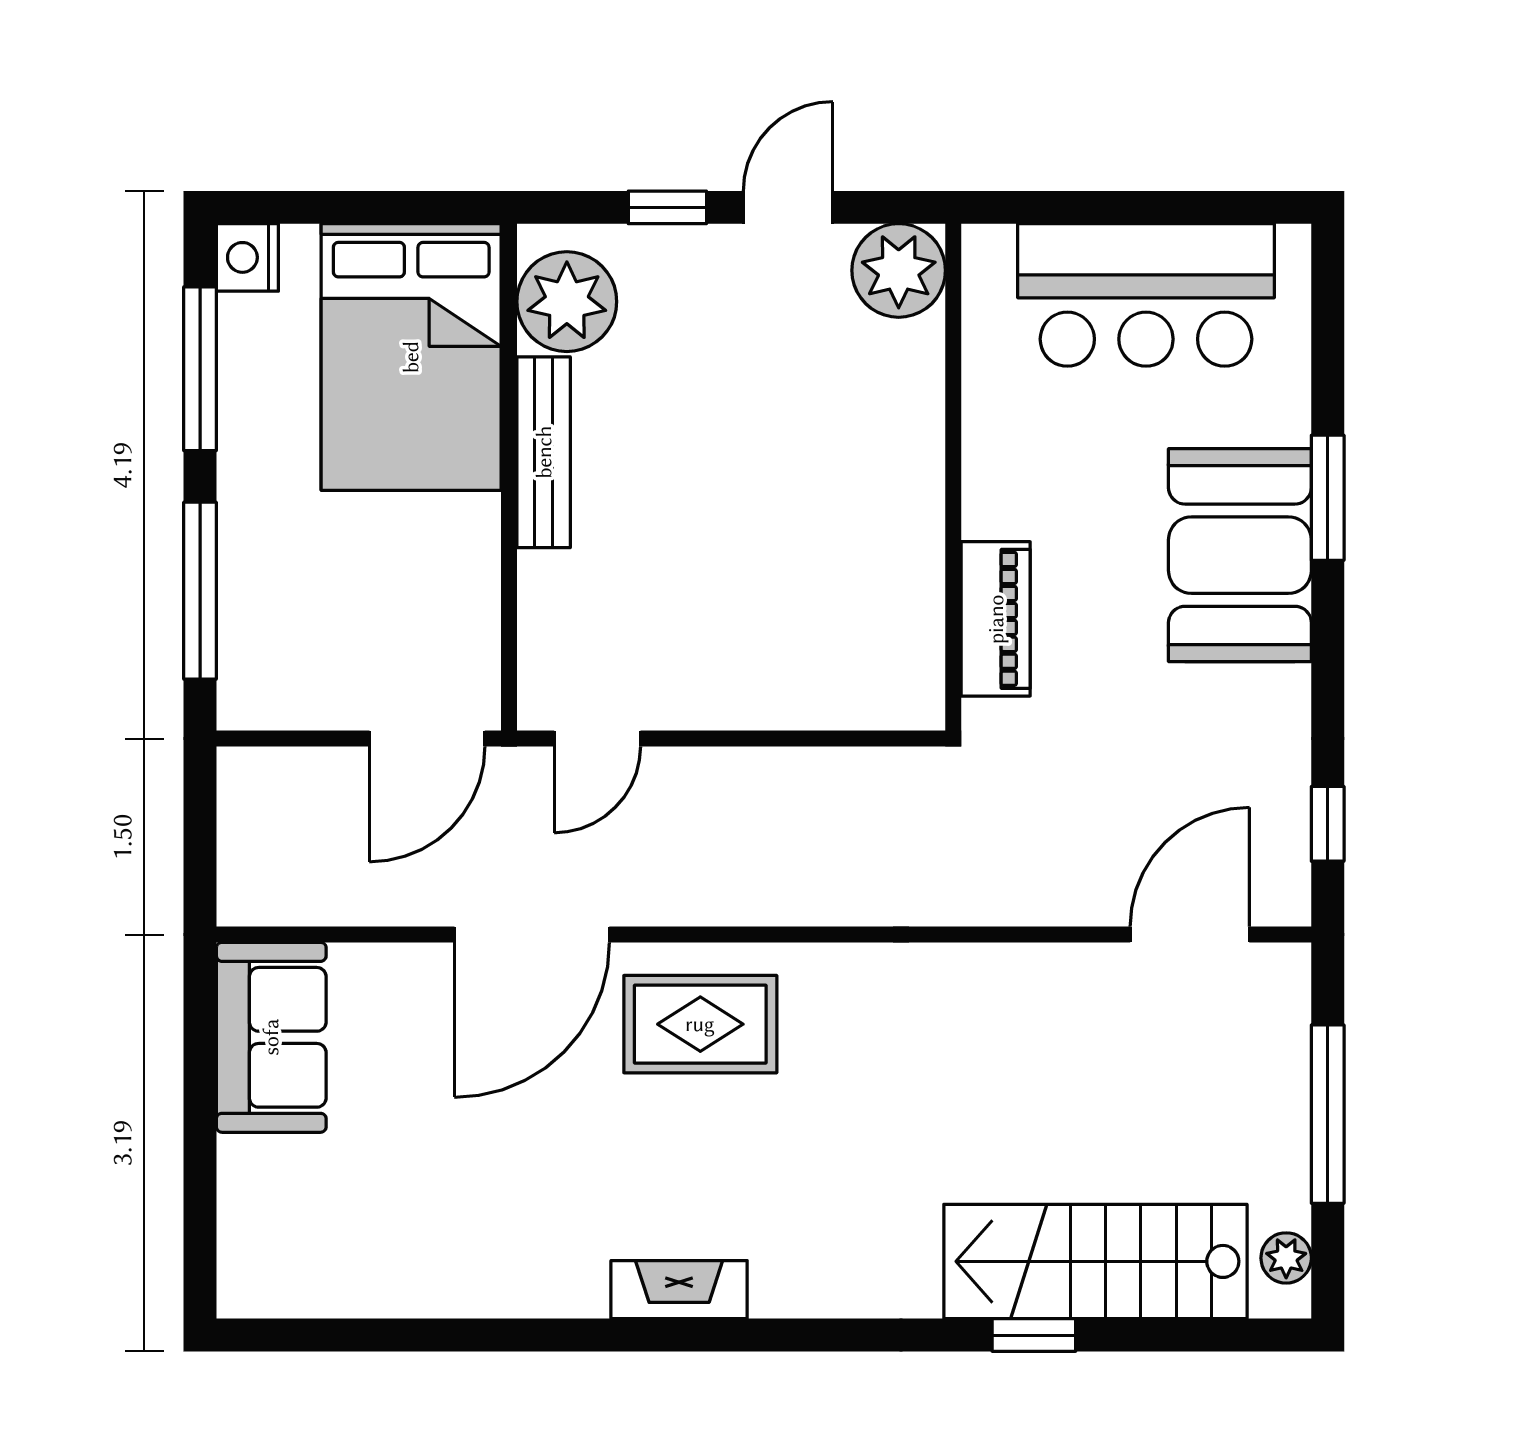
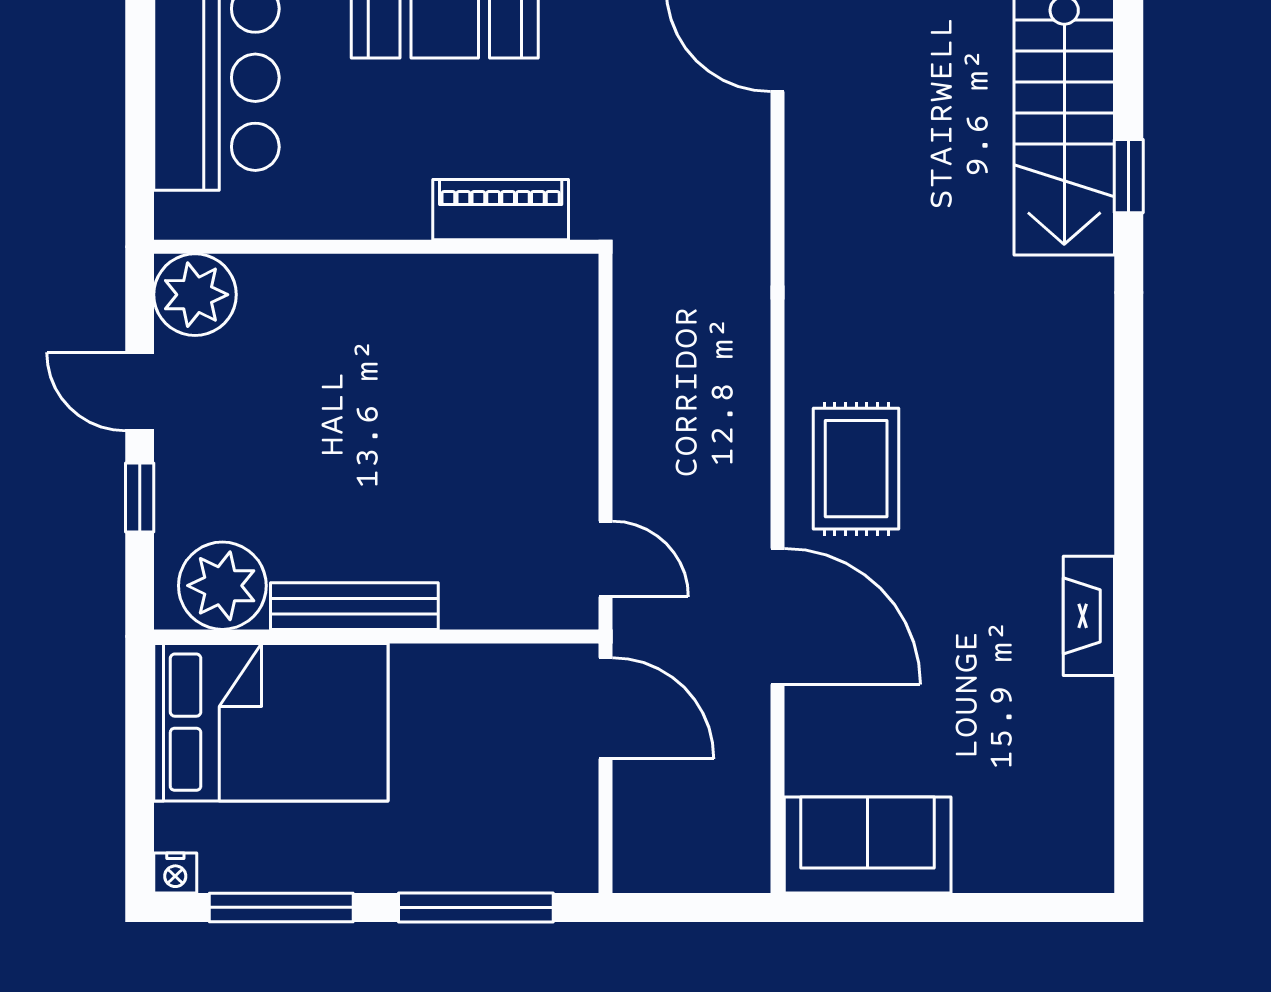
nightstand: (247, 257) -> (175, 873), width x0.72, depth x0.74
fireplace: (679, 1290) -> (1089, 616), moved

